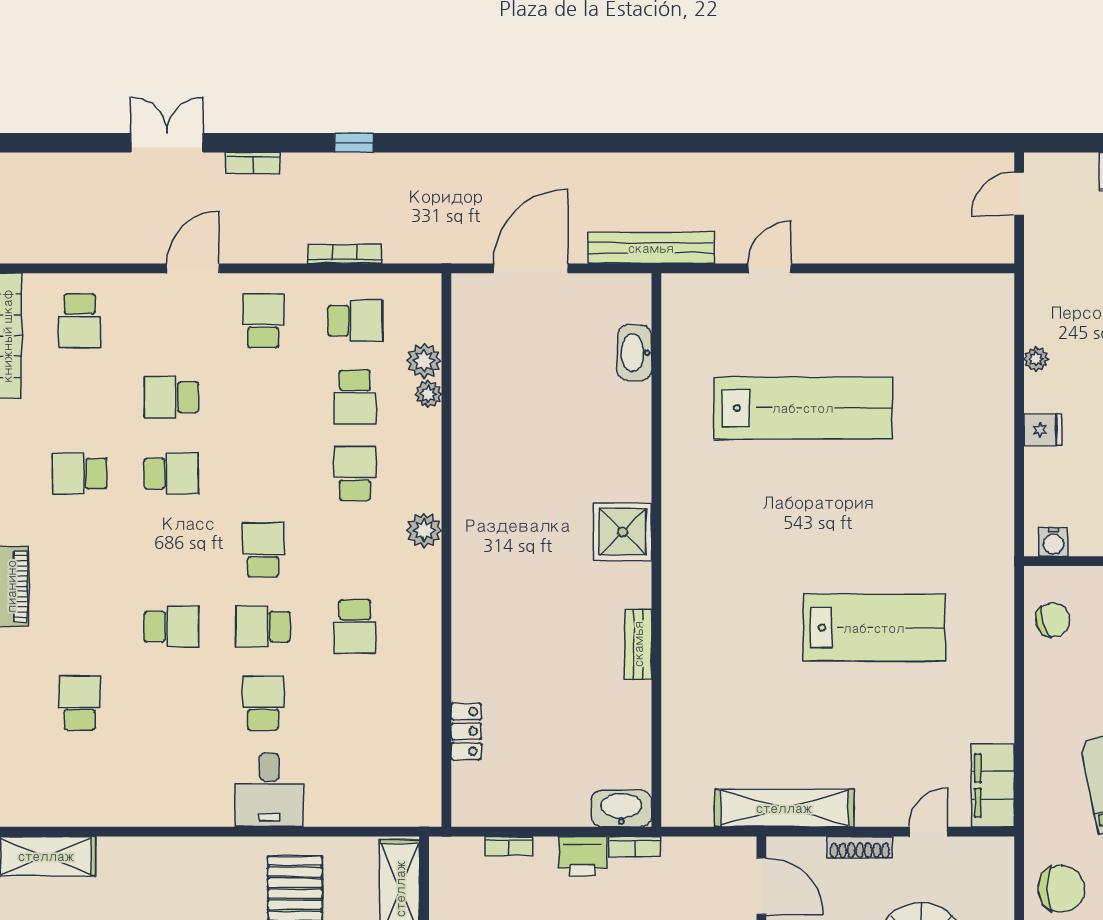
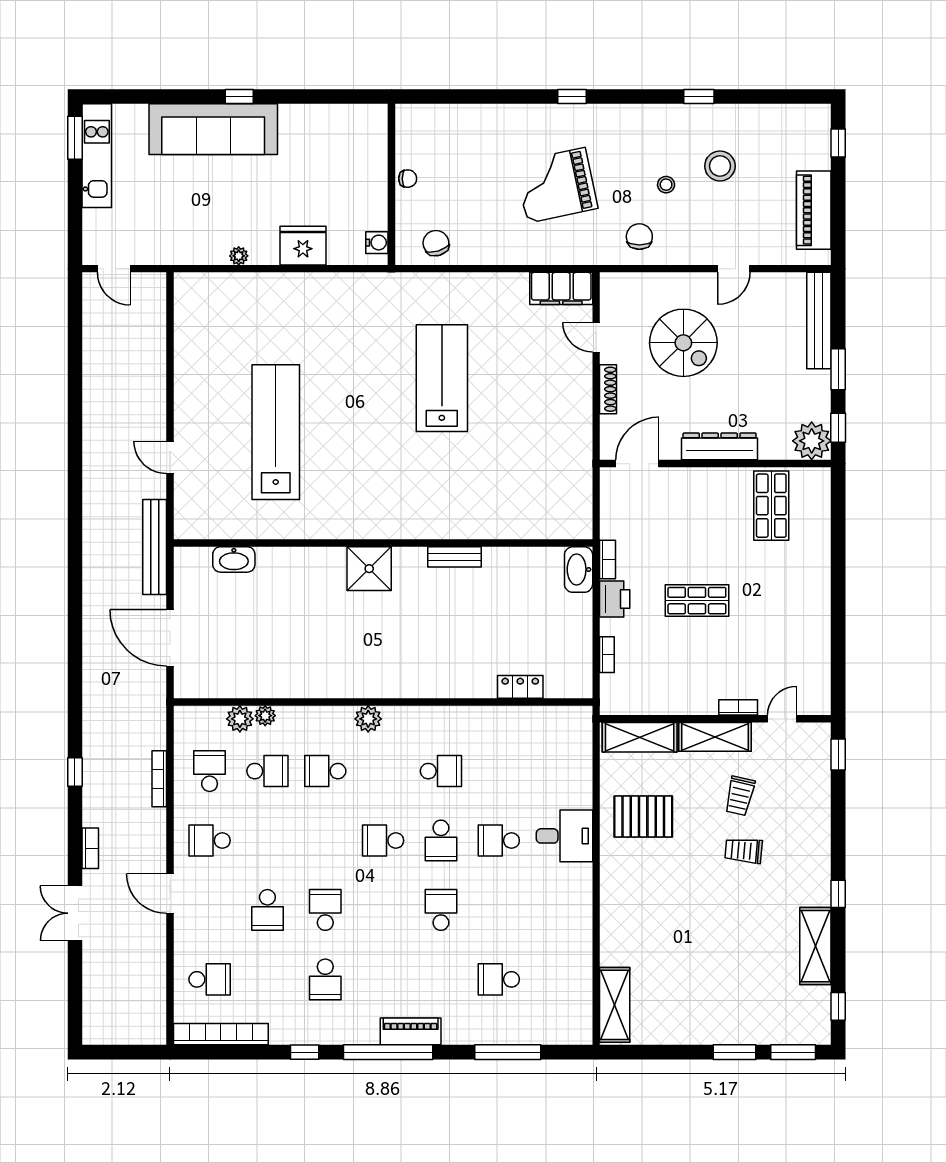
fridge: (1043, 430) -> (303, 246), width x1.88, depth x1.34
shelving: (784, 808) -> (578, 446), removed
chair: (1061, 889) -> (639, 237), width x0.73, depth x0.73

